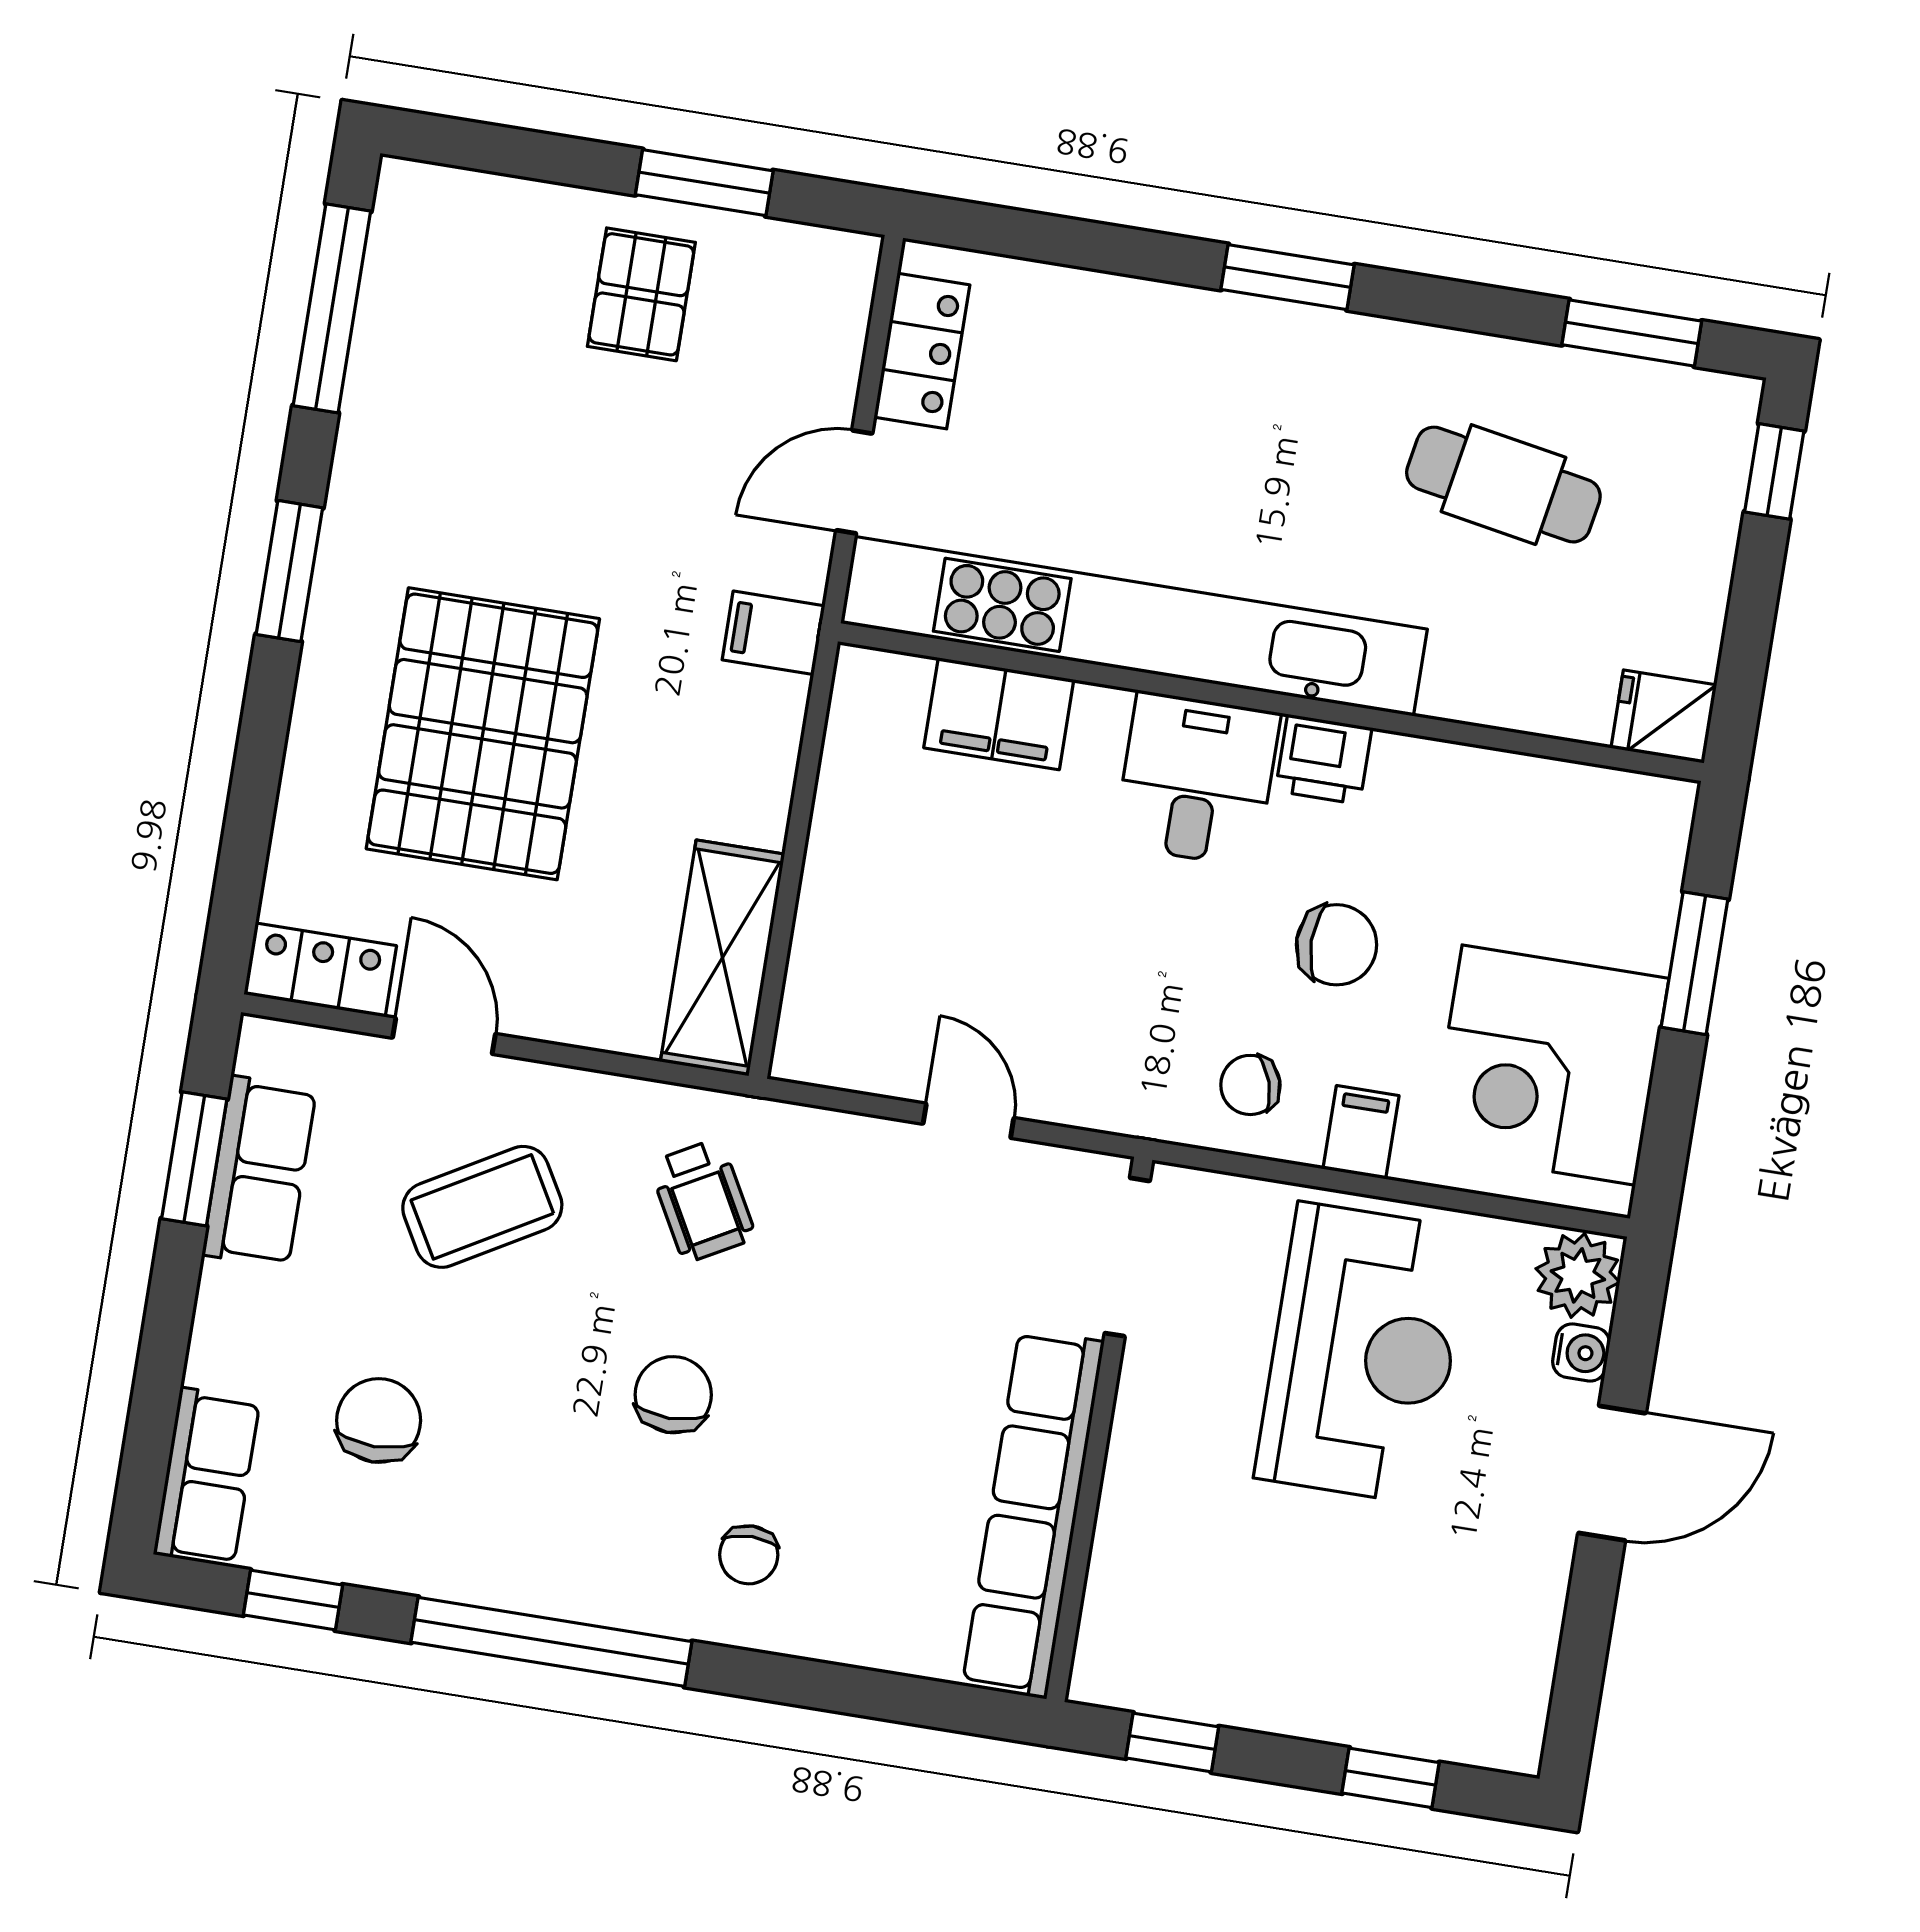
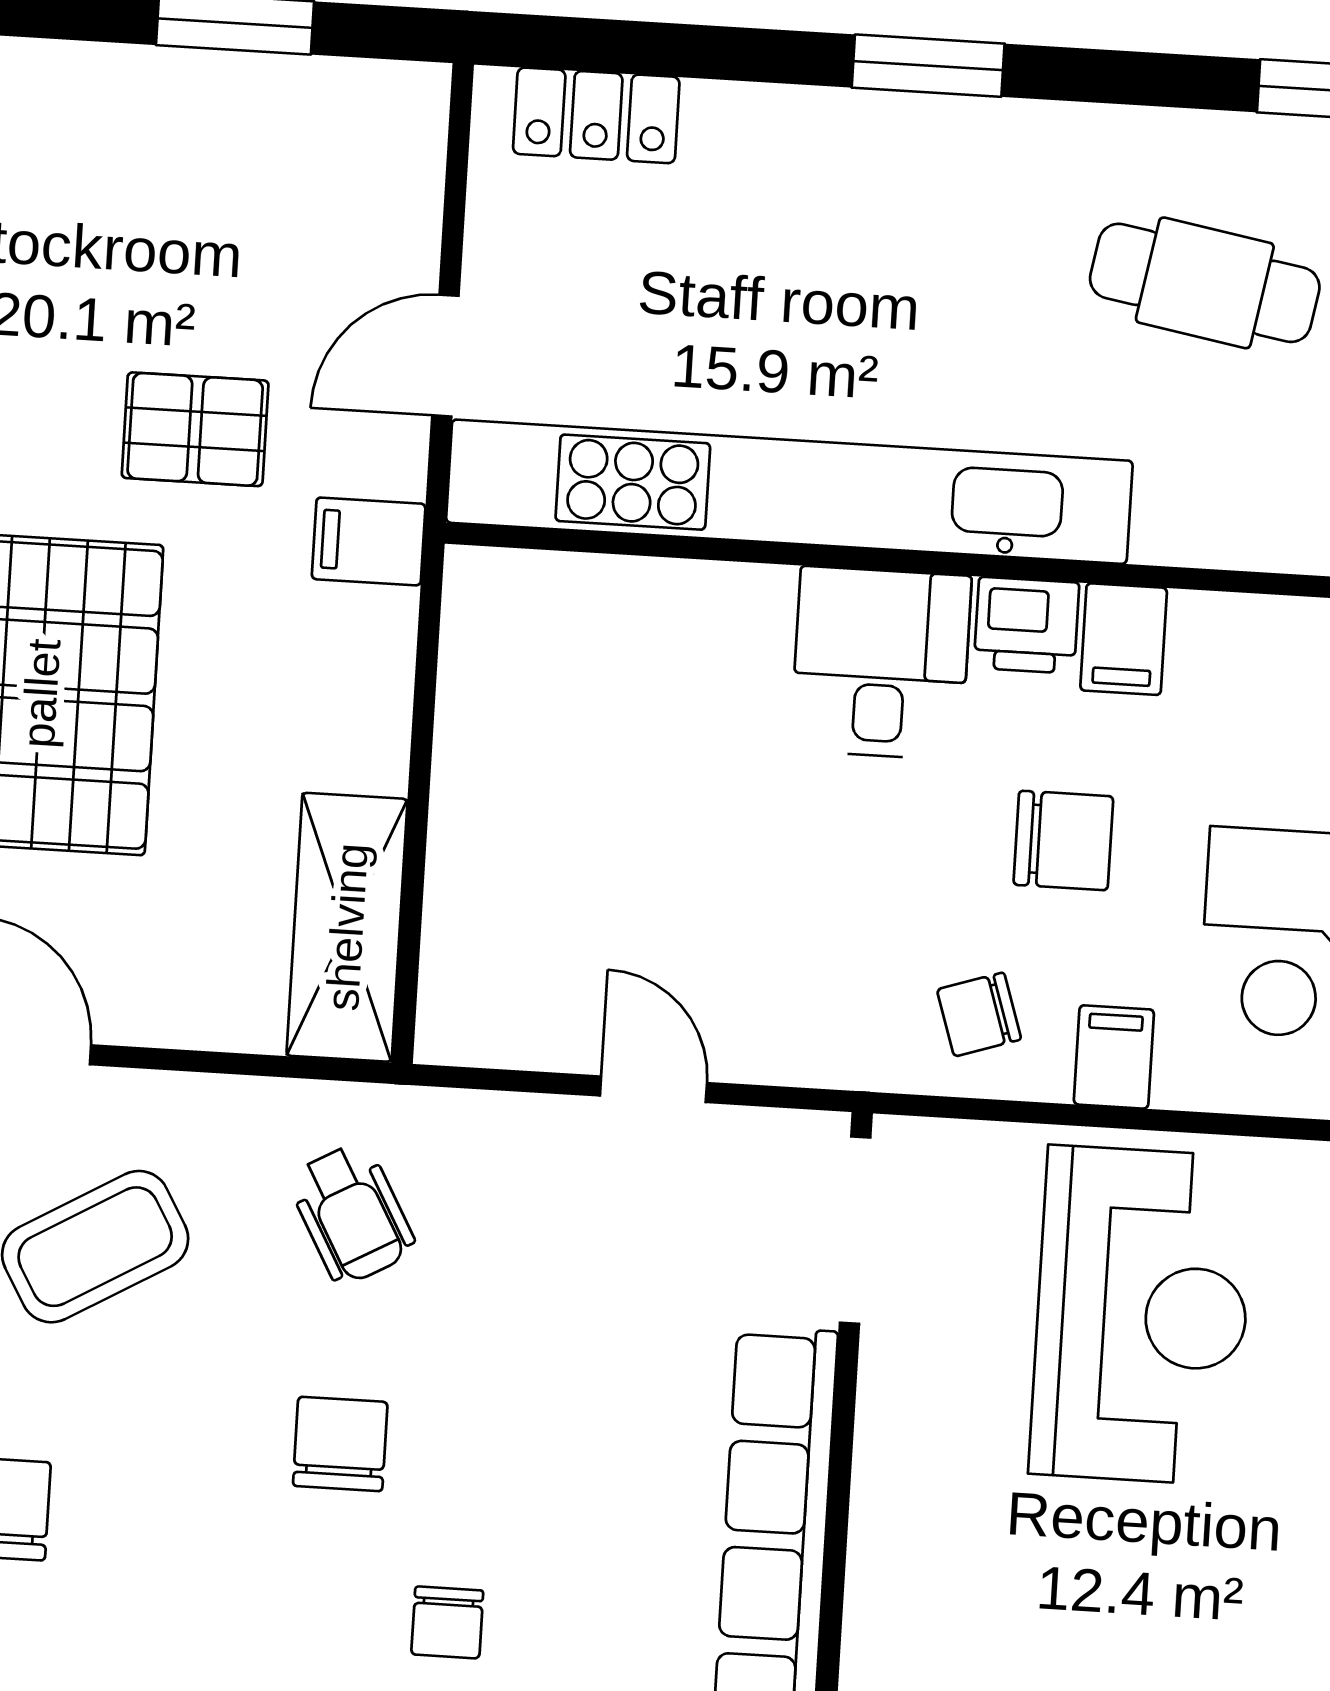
pallet: (641, 294) -> (195, 429), moved, turned 90
locker: (922, 351) -> (596, 115), moved, turned 90
filing cabinet: (999, 714) -> (1124, 639), moved, width x0.50

